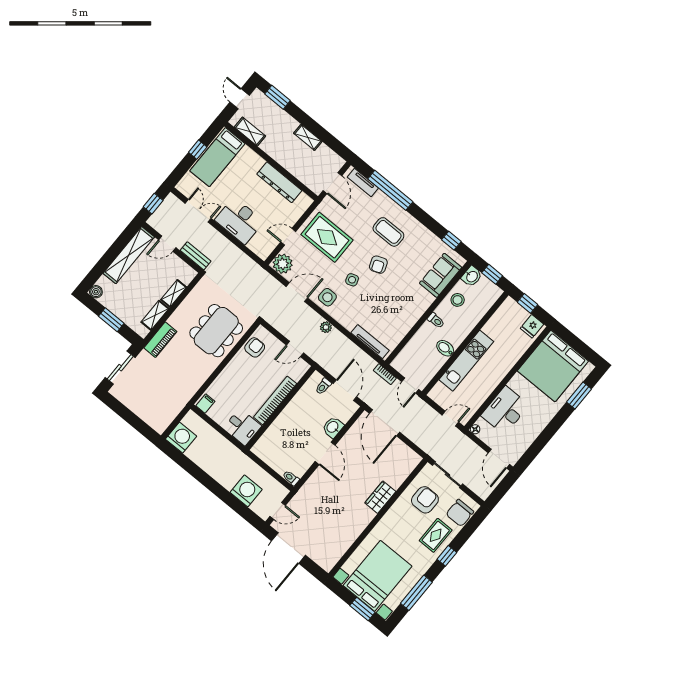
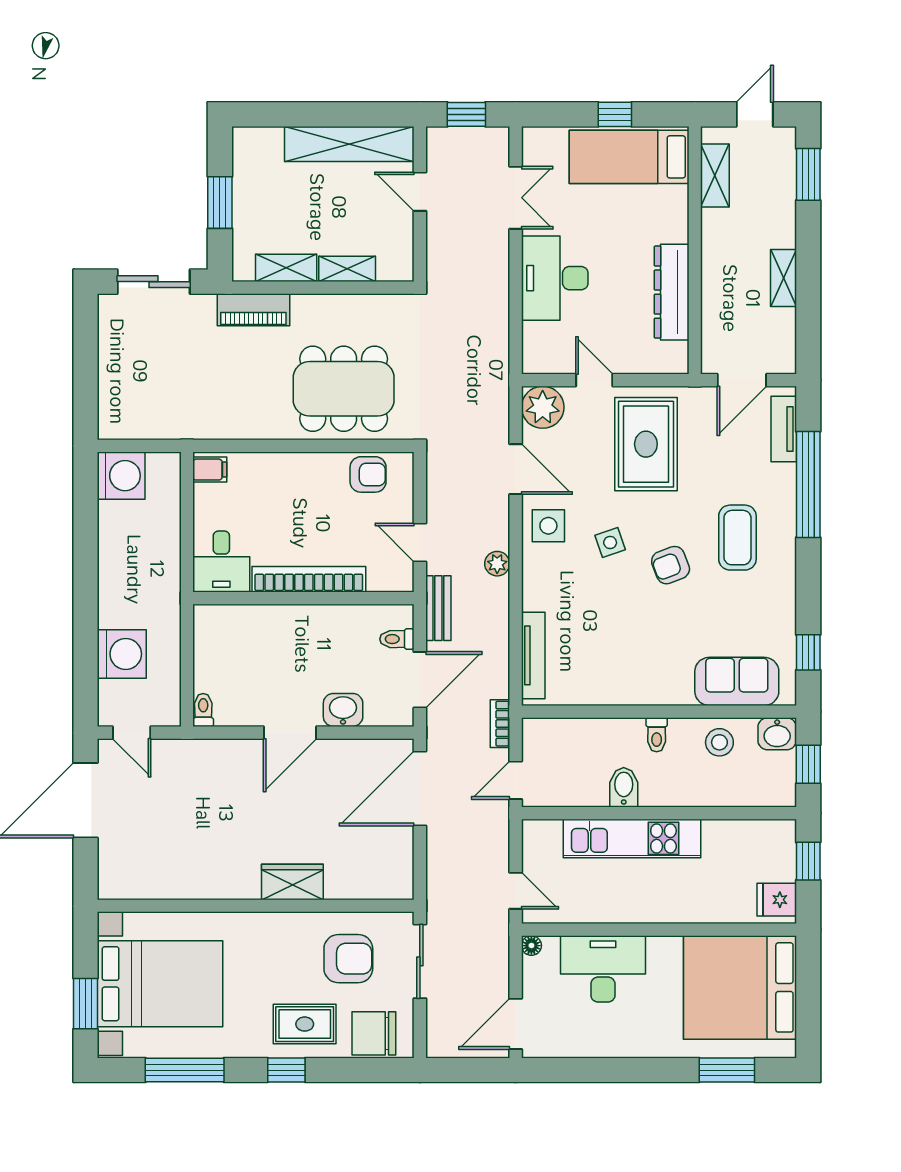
bench: (196, 256) -> (438, 608), moved
boiler: (96, 292) -> (245, 140), removed

